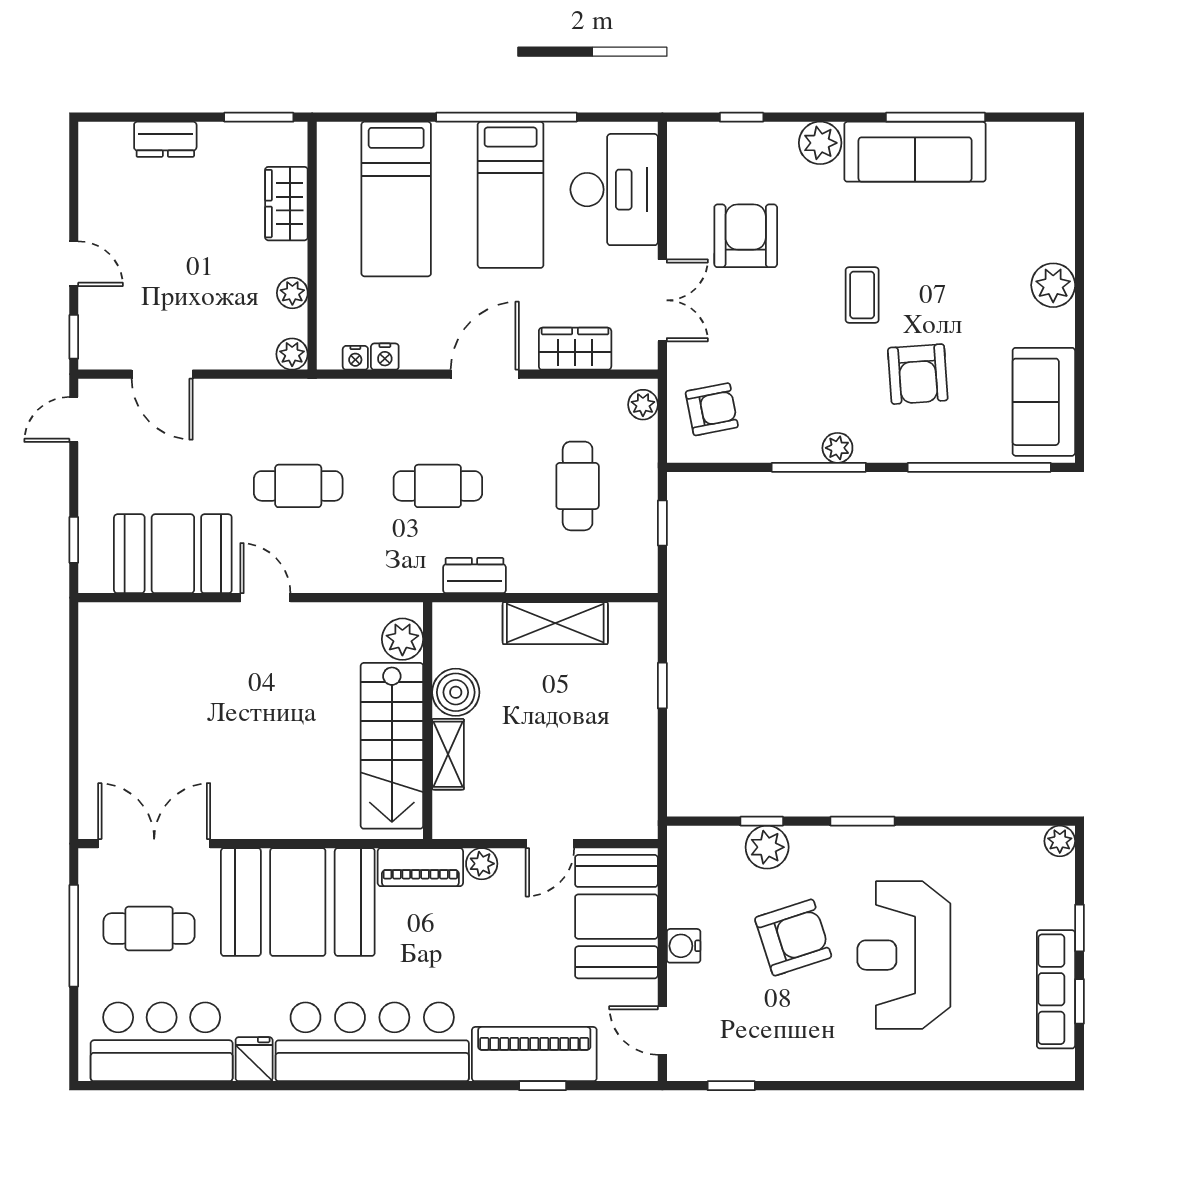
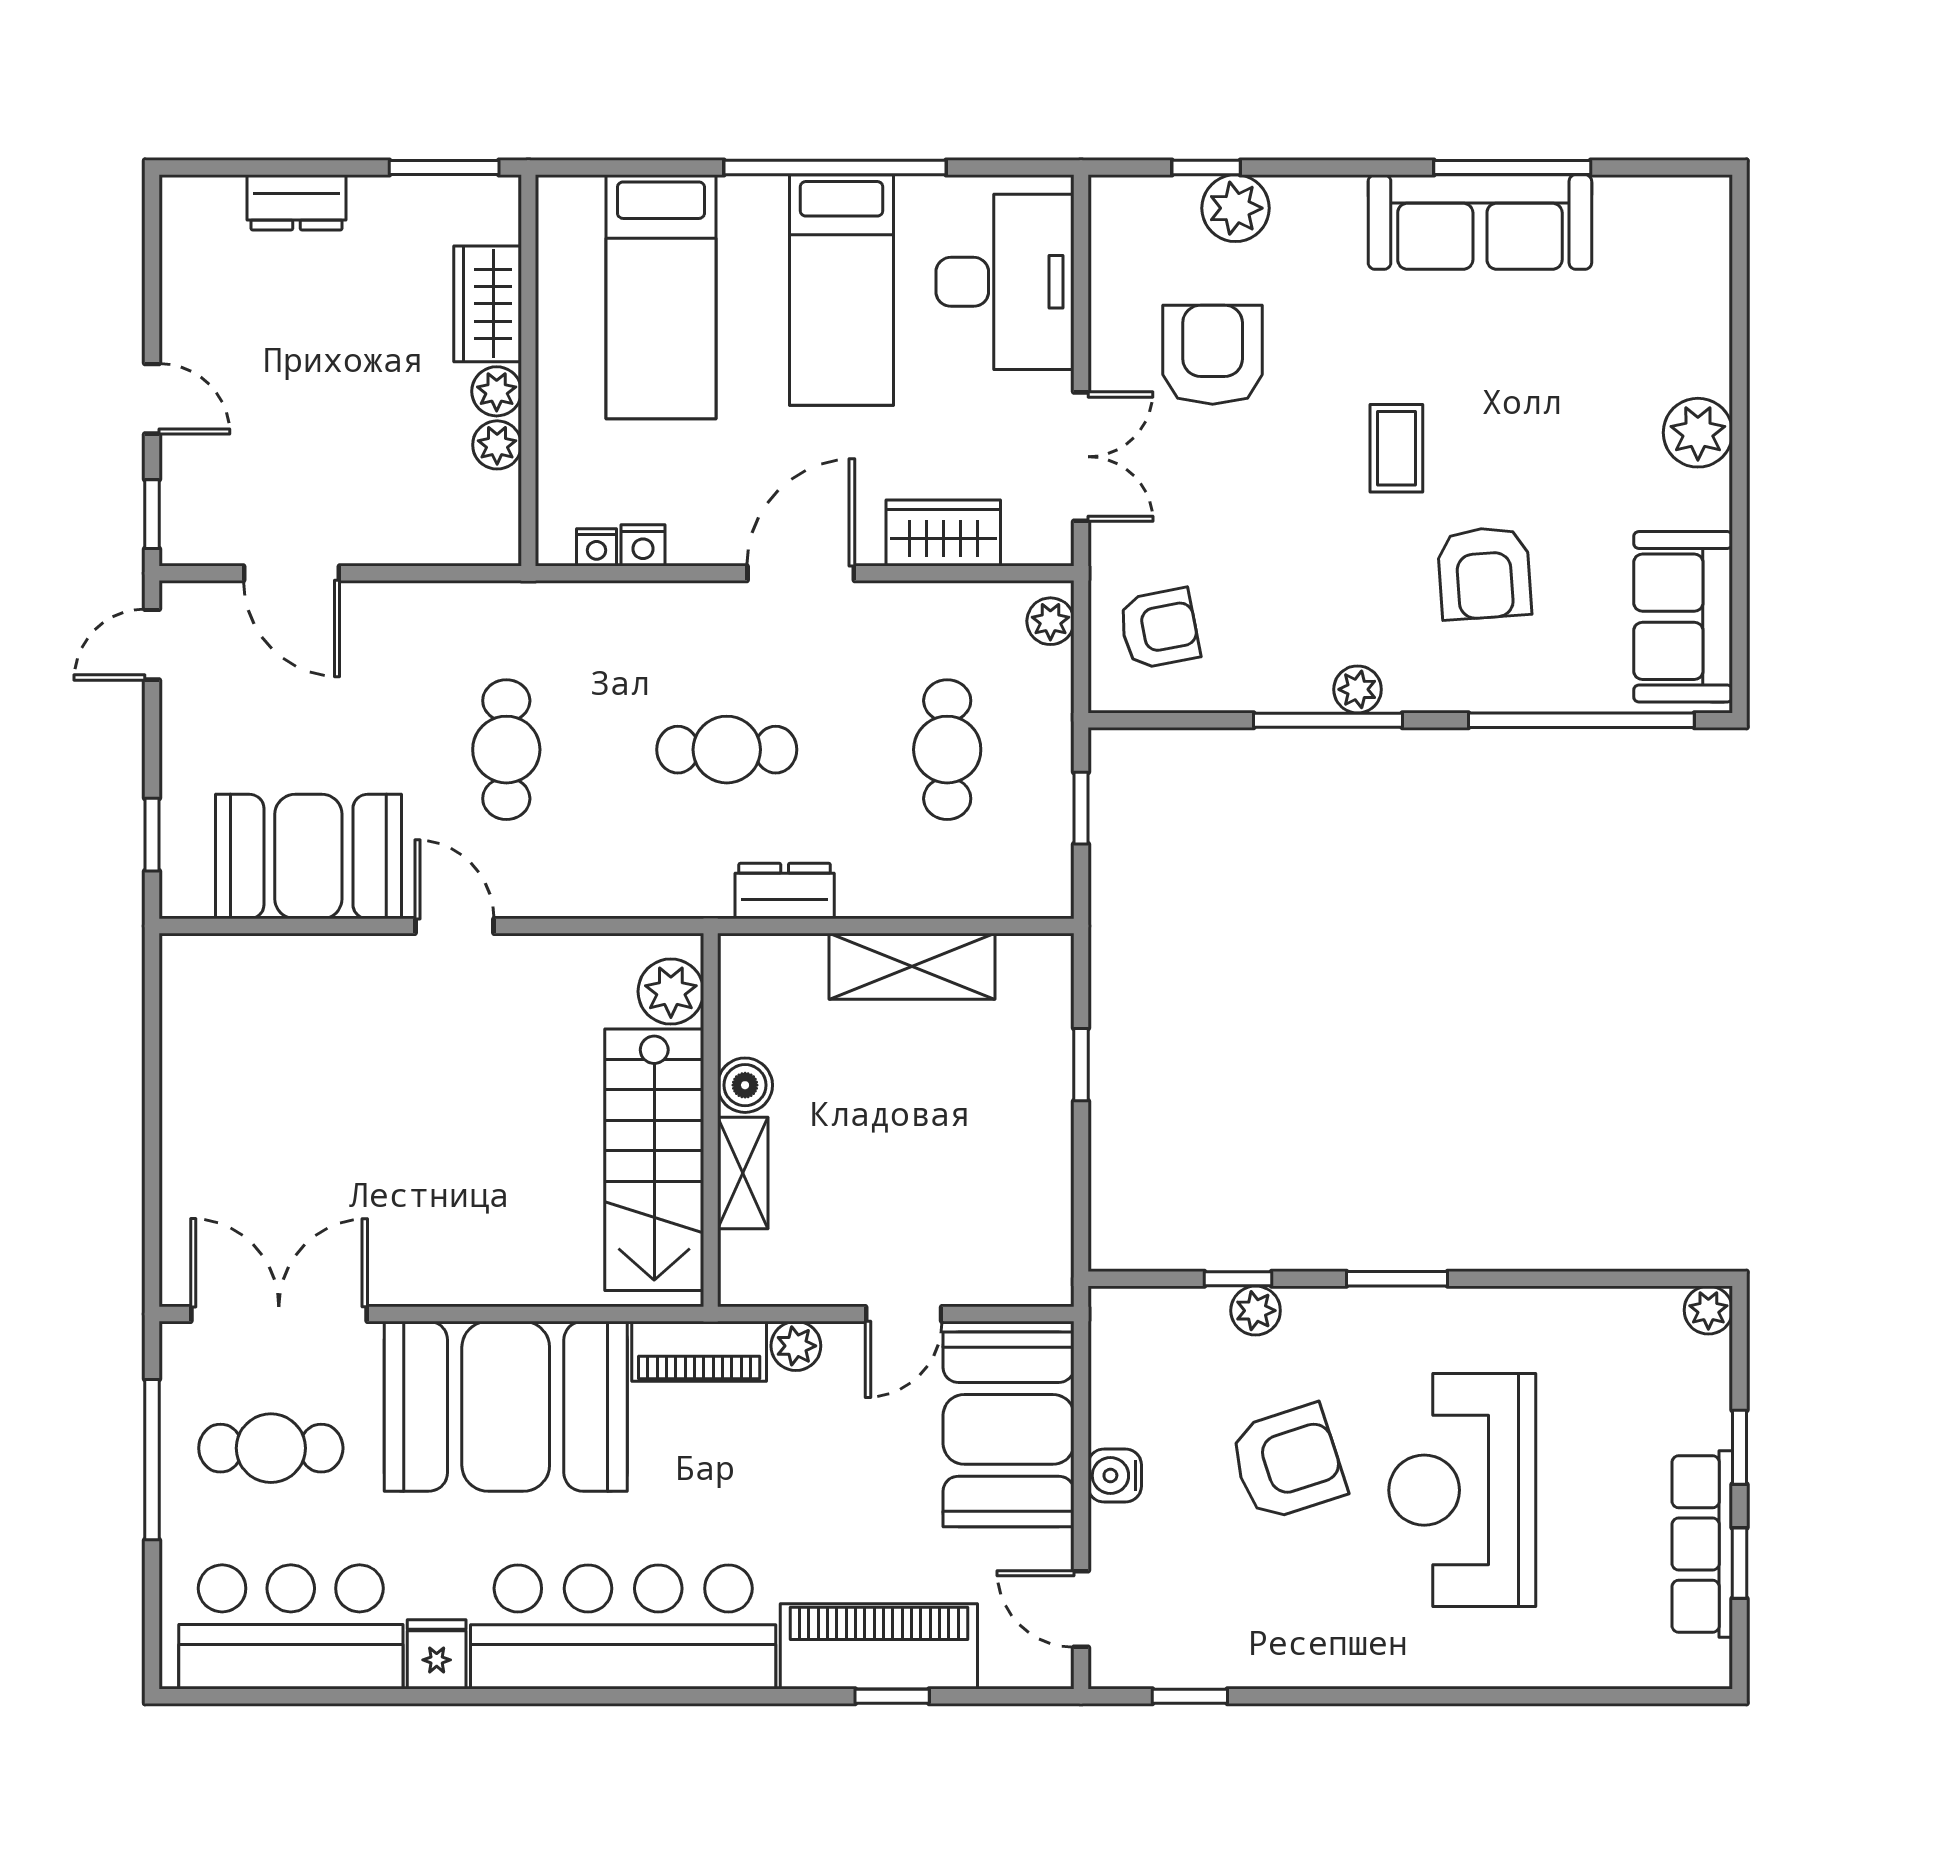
plant: (820, 143) -> (1235, 208), moved
plant: (292, 354) -> (497, 391), moved
cafe table: (298, 486) -> (506, 750), turned 90
boiler: (456, 692) -> (745, 1085), width x0.73, depth x0.73
plant: (767, 847) -> (1256, 1311), width x0.73, depth x0.73

